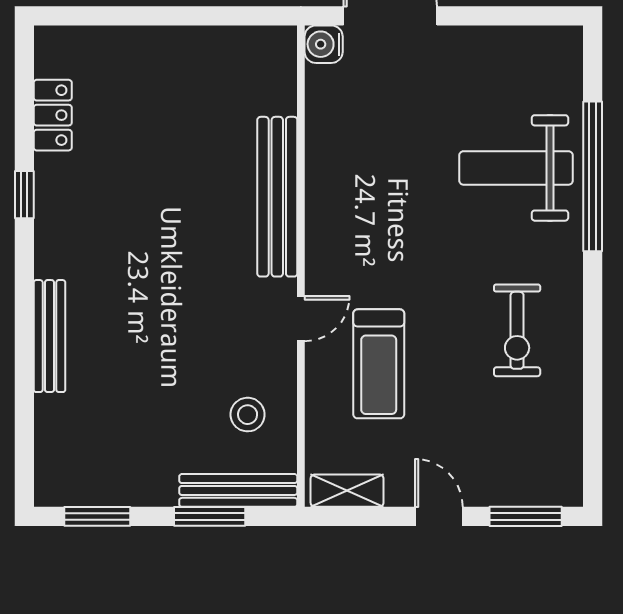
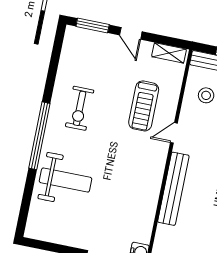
window: (593, 176) -> (39, 136), moved
exercise bike: (517, 330) -> (80, 108), turned 180
treadmill: (379, 364) -> (144, 106), turned 180

